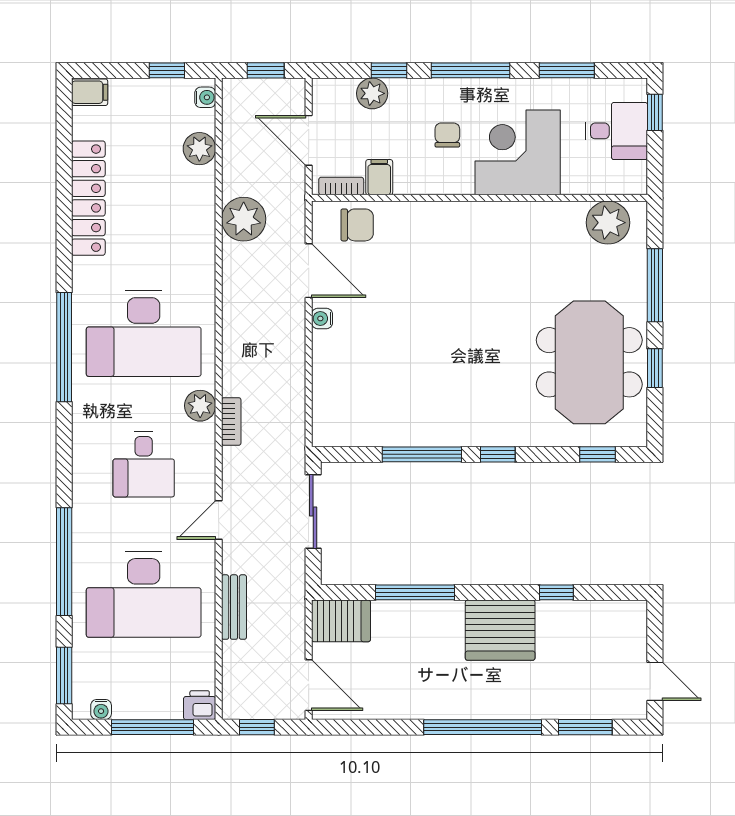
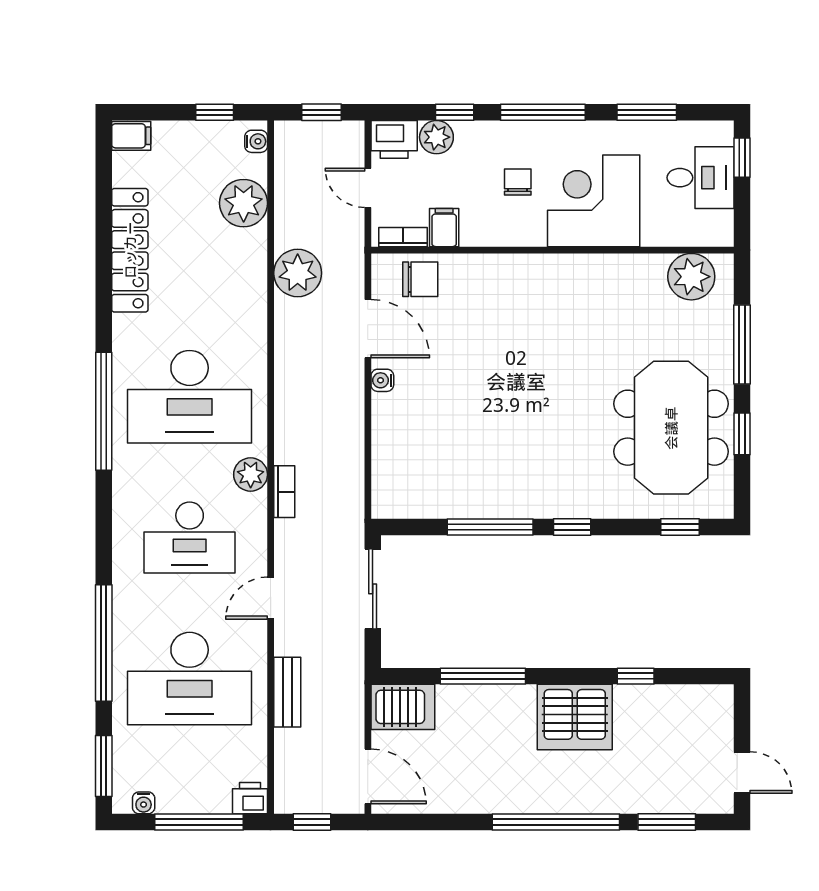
printer: (333, 96) -> (394, 139), added
door: (309, 140) -> (368, 188), width x0.73
plant: (199, 149) -> (244, 203), width x1.36, depth x1.36
desk: (144, 464) -> (190, 538), width x1.37

